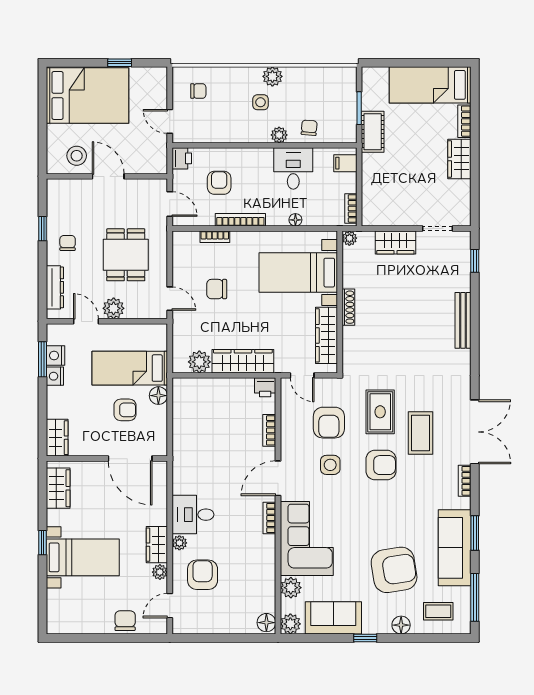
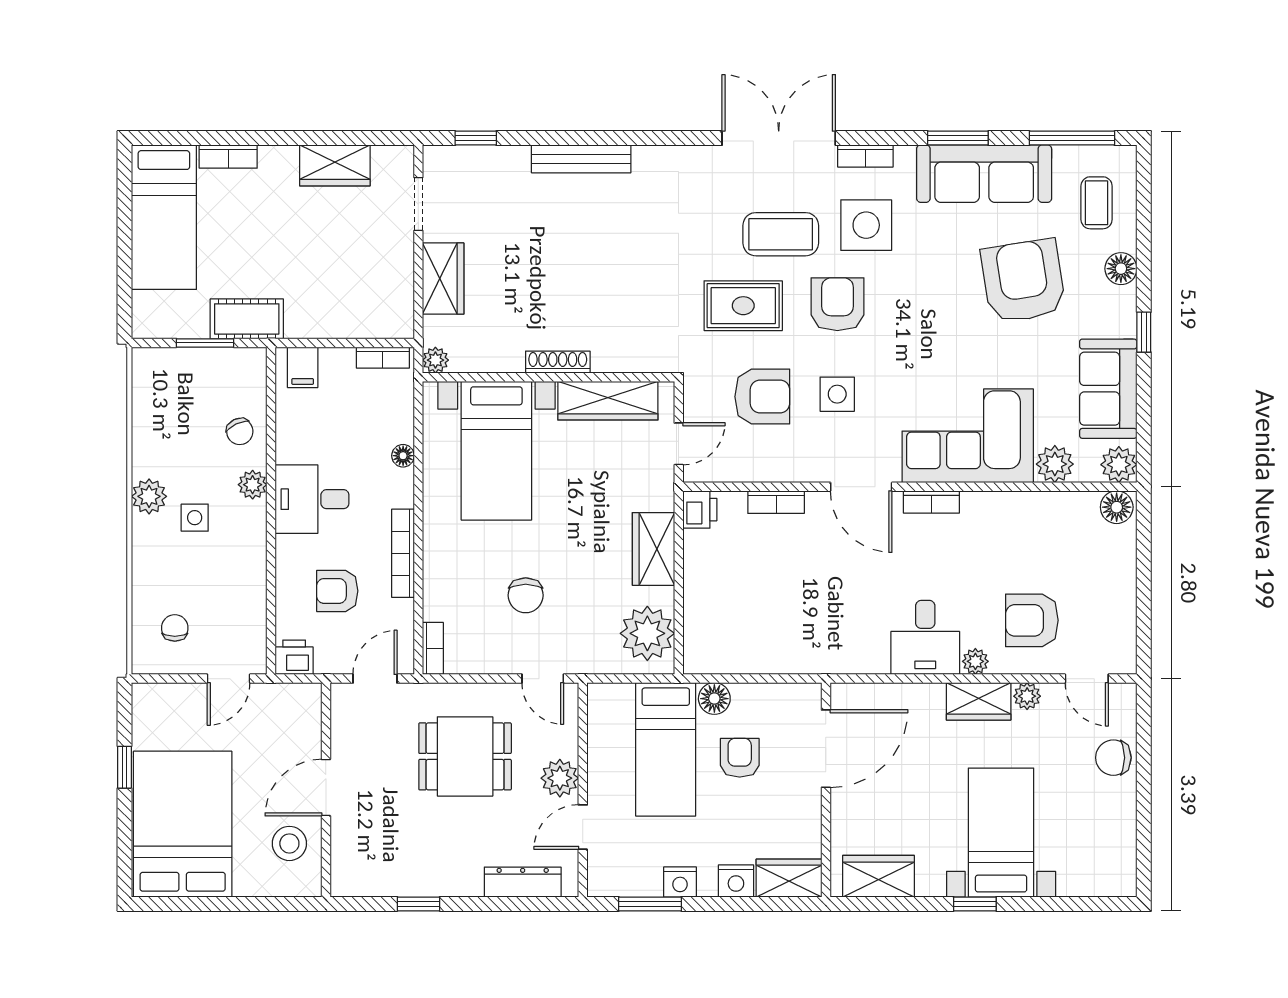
chair: (309, 128) -> (240, 431), turned -120
wardrobe: (459, 159) -> (335, 165), moved
desk: (293, 169) -> (312, 499), moved
bookcase: (215, 237) -> (433, 648), moved
chair: (68, 243) -> (444, 860), removed
door: (170, 299) -> (543, 679), swing flipped
nightstand: (56, 355) -> (736, 881), moved
wardrobe: (243, 361) -> (653, 549), width x0.67
plant: (199, 362) -> (647, 633), width x1.36, depth x1.36
side table: (426, 481) -> (866, 225), added

